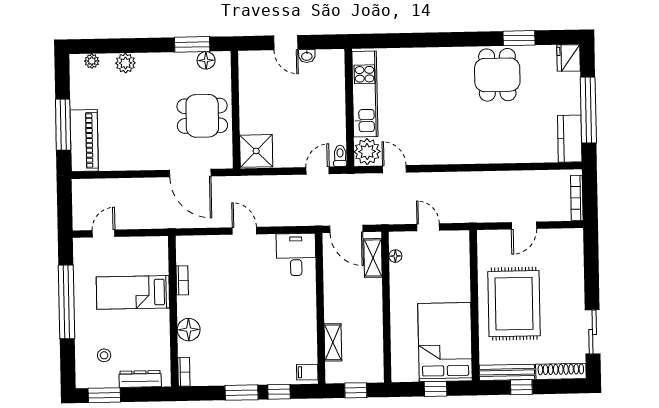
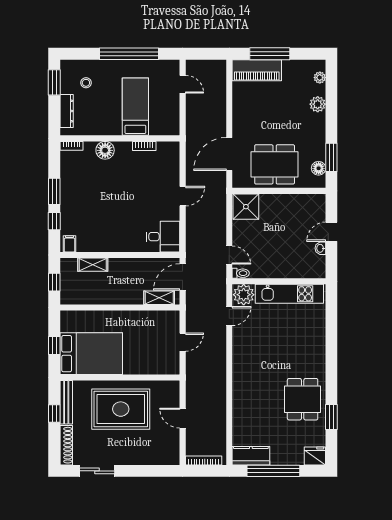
dining table: (497, 75) -> (303, 399), turned 90
dining table: (202, 116) -> (275, 164), width x1.38
floor lamp: (395, 256) -> (160, 316), removed

